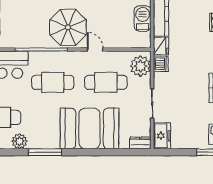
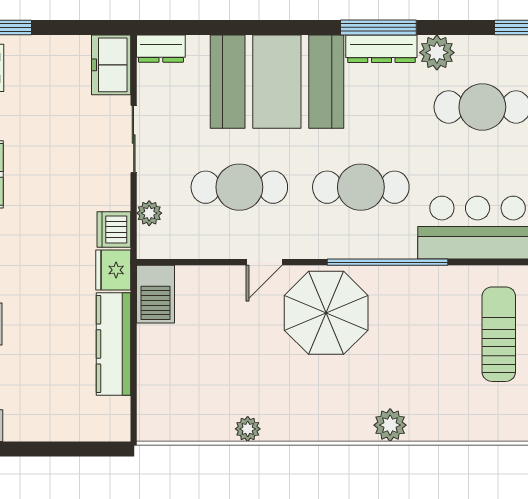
barbecue: (143, 18) -> (156, 294), moved
door: (95, 49) -> (264, 262), hinge flipped
plant: (140, 66) -> (149, 213), width x0.53, depth x0.53
dresser: (44, 143) -> (381, 49), added

